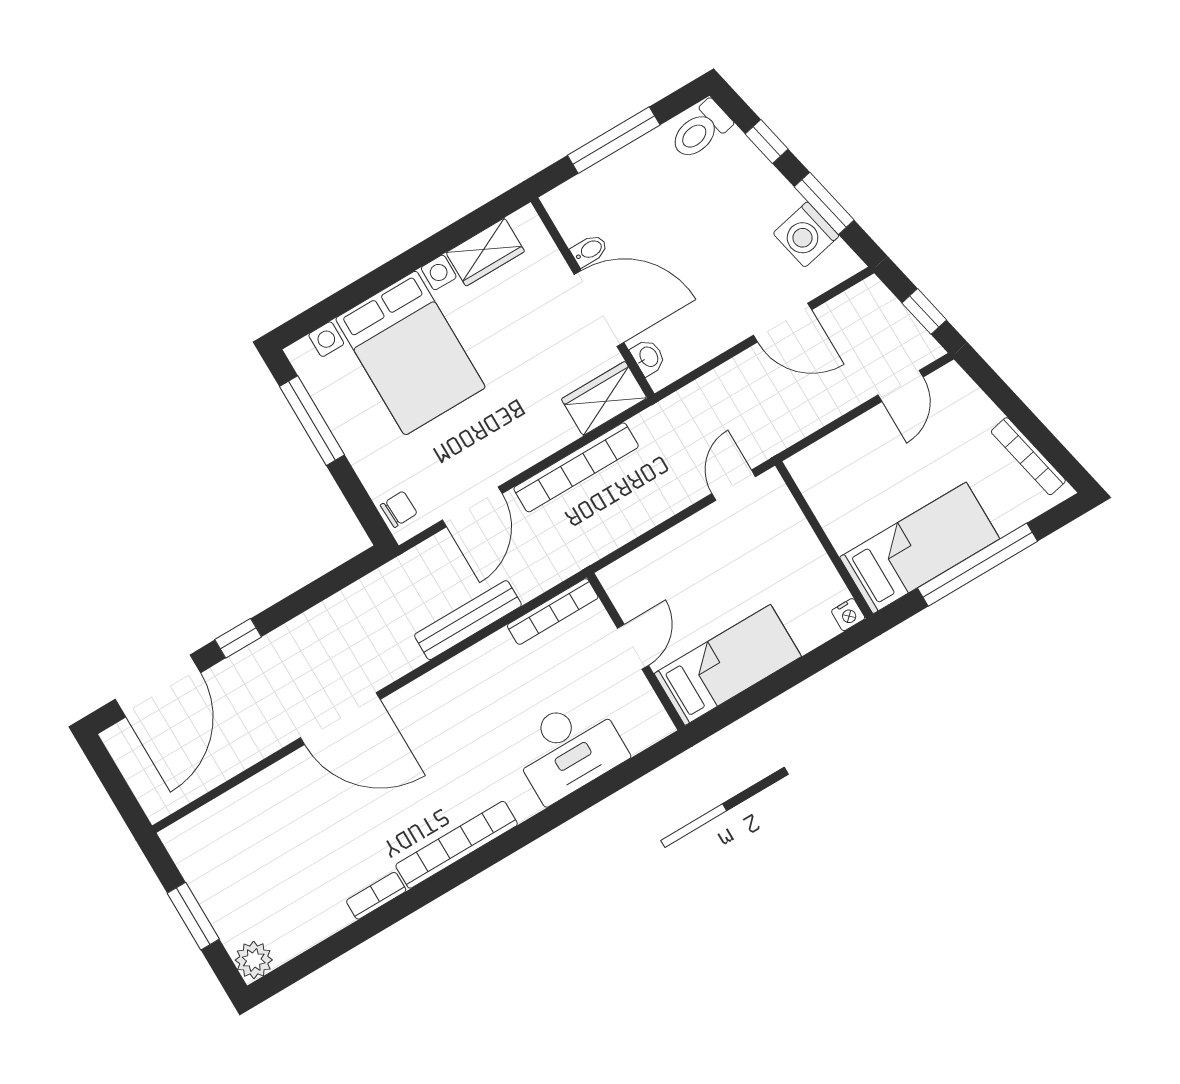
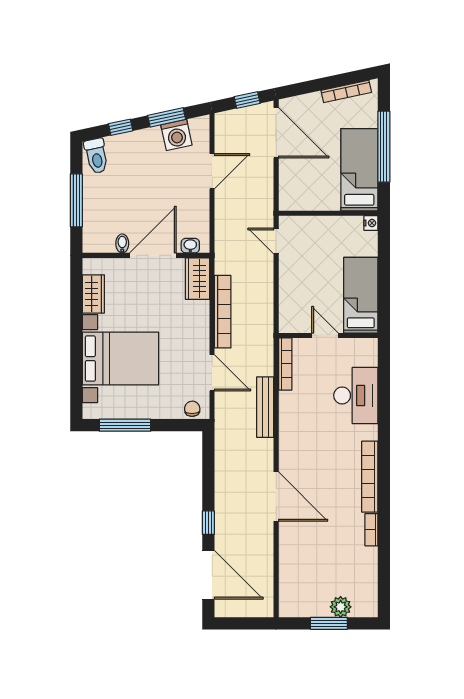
door: (901, 386) -> (276, 133), width x1.88
door: (340, 719) -> (276, 497), hinge flipped
plant: (254, 960) -> (341, 607), moved

